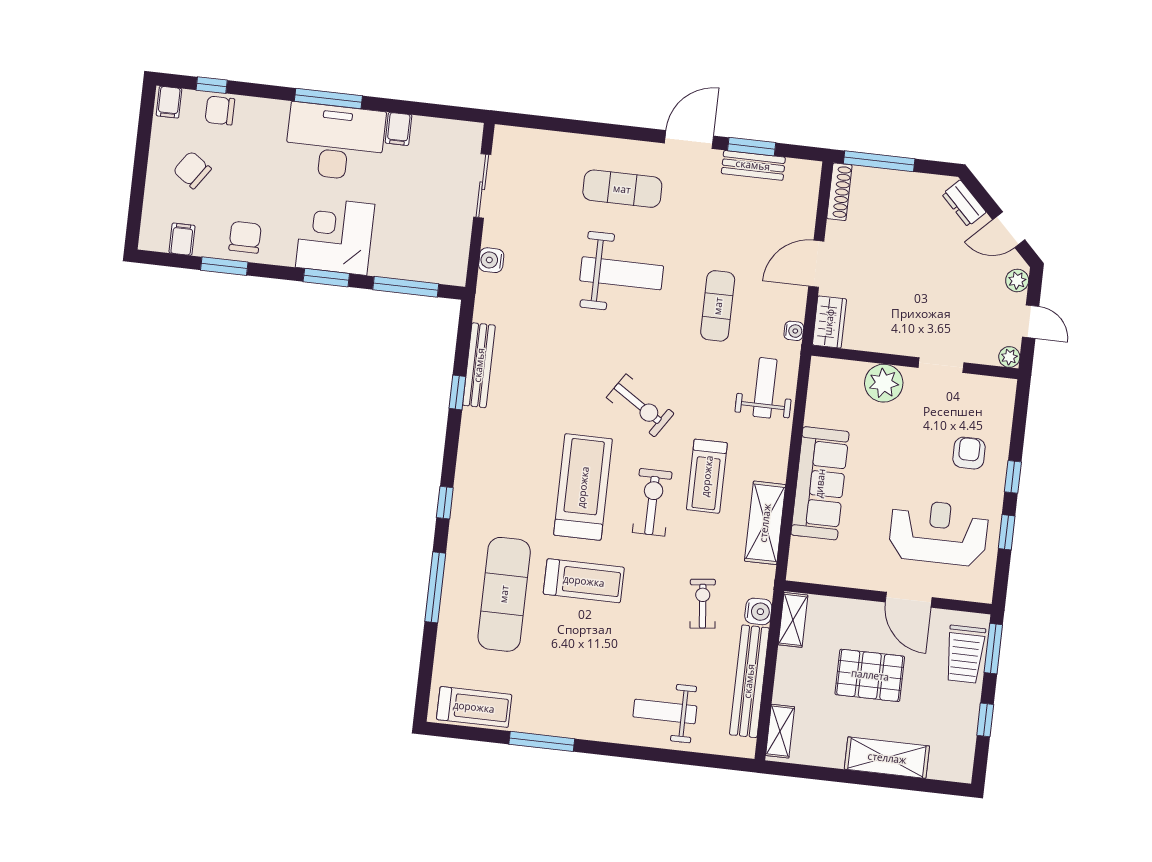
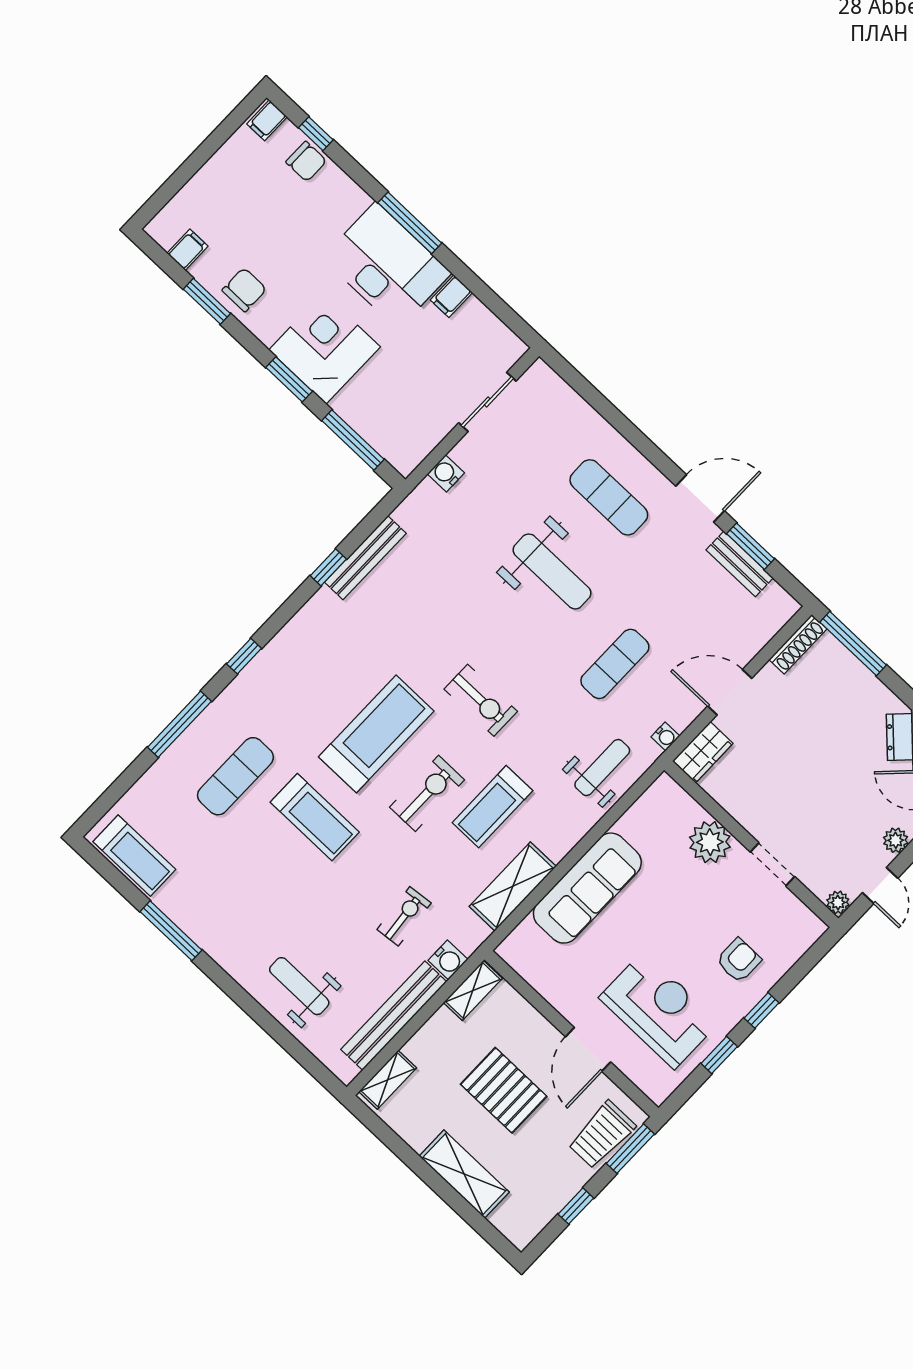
chair: (220, 111) -> (306, 161), turned 180
chair: (192, 170) -> (242, 195), removed
exercise bike: (640, 405) -> (481, 700), turned -33
exercise mat: (504, 594) -> (235, 776), width x0.73, depth x0.69

